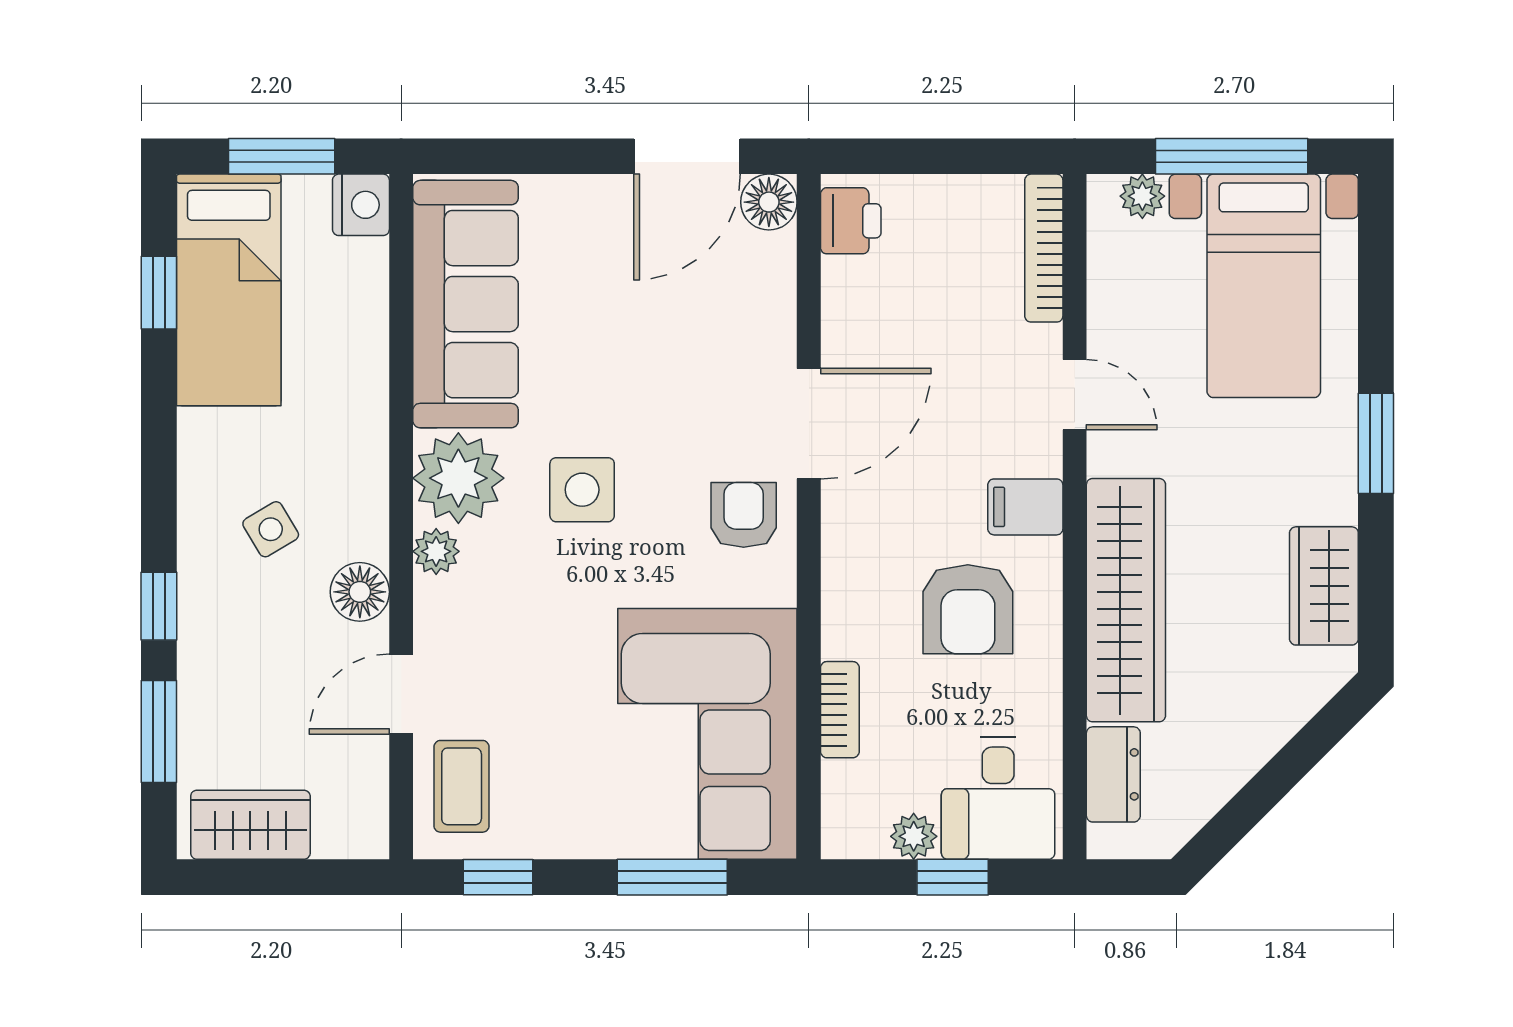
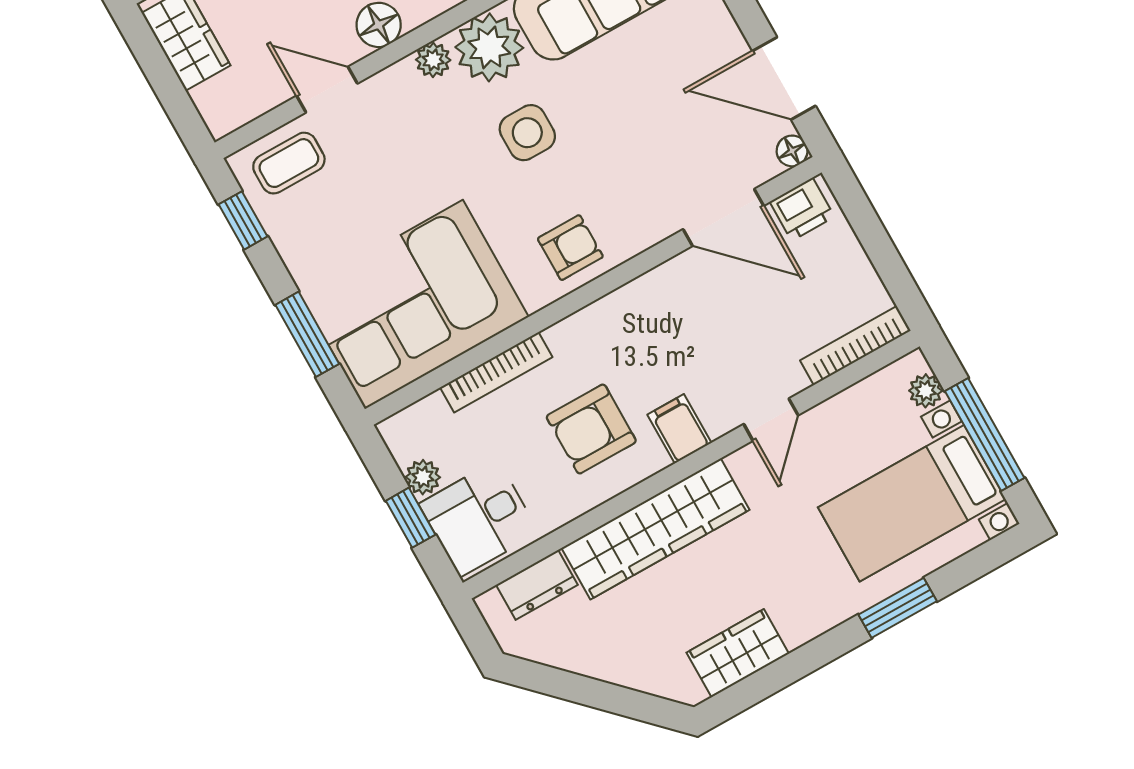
floor lamp: (769, 202) -> (792, 151), width x0.73, depth x0.73
door: (809, 424) -> (723, 217), moved
window: (1376, 443) -> (898, 608), moved
bookcase: (840, 710) -> (496, 372), width x1.56

